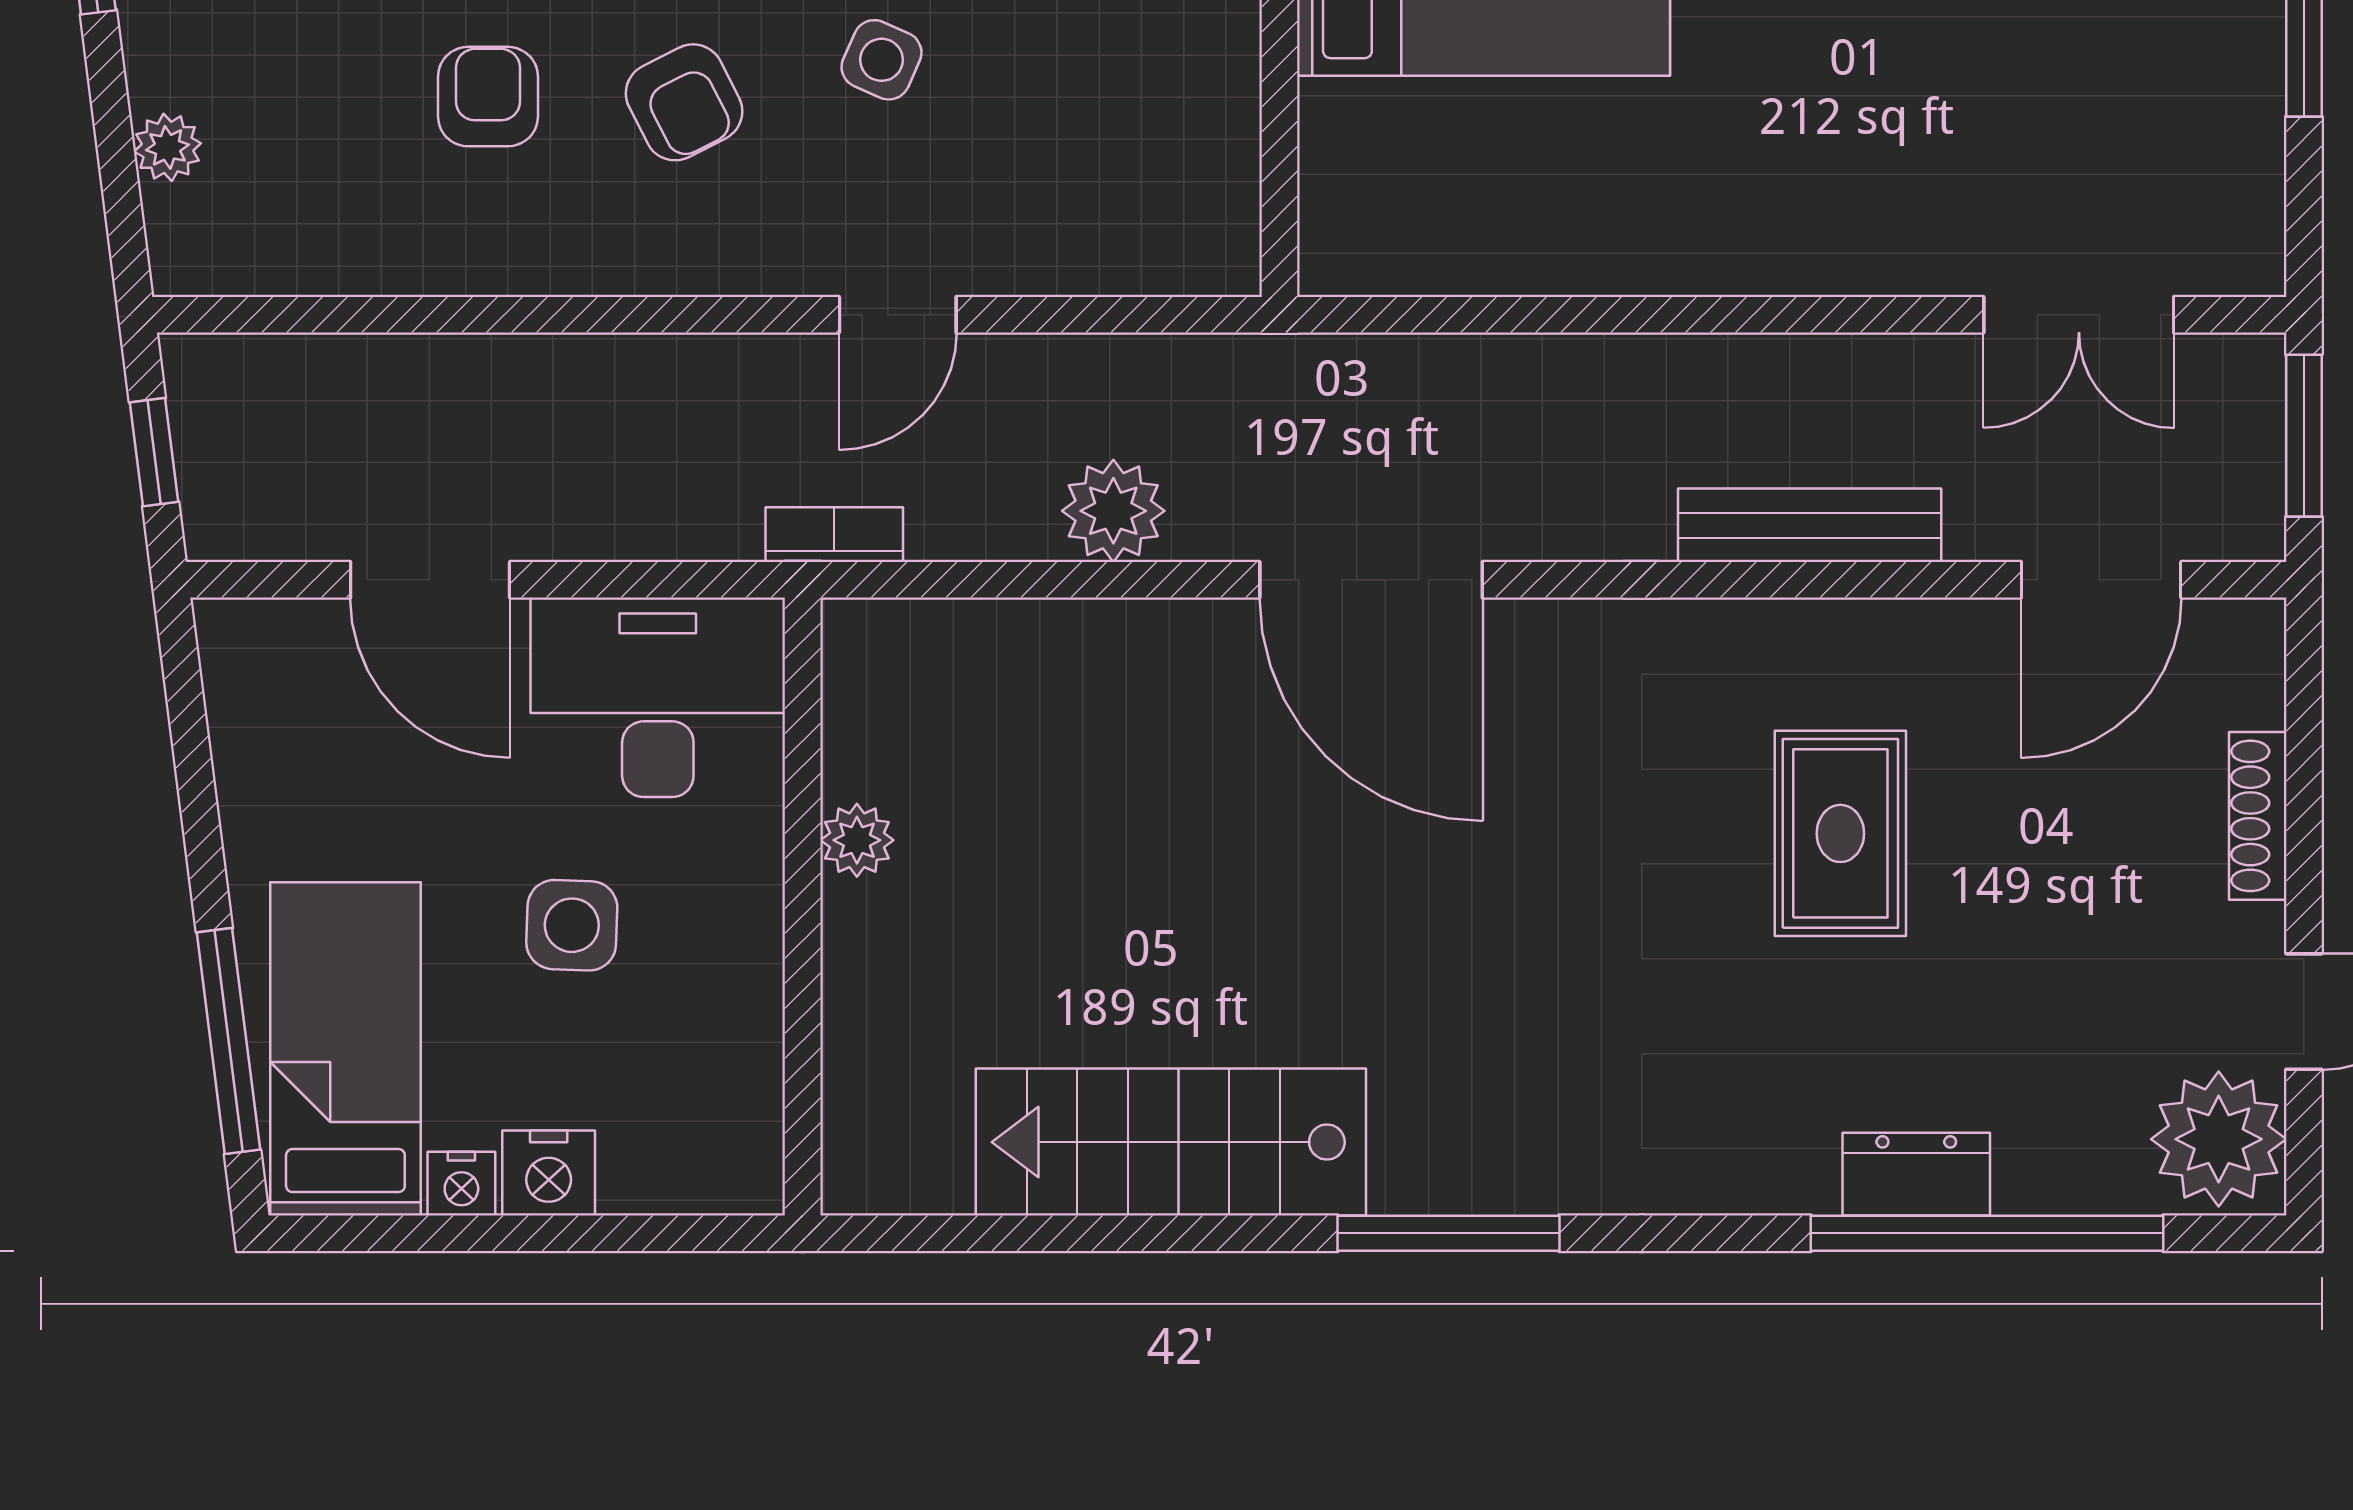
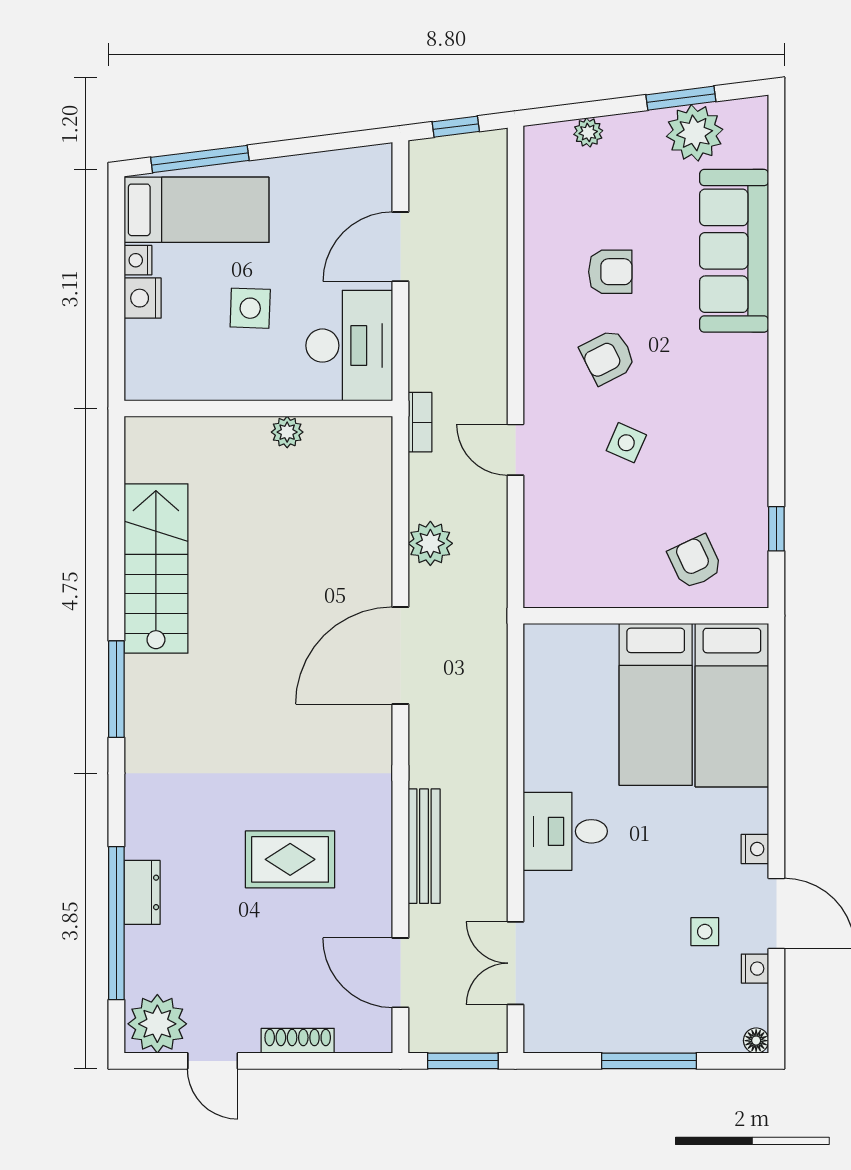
desk: (1776, 200) -> (565, 831), added

